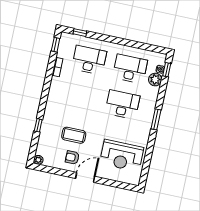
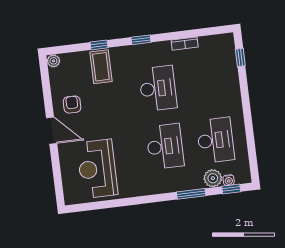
window: (56, 45) -> (141, 40), moved
desk: (89, 60) -> (158, 88), moved
window: (156, 119) -> (191, 194), moved
coffee table: (74, 135) -> (101, 67), moved

